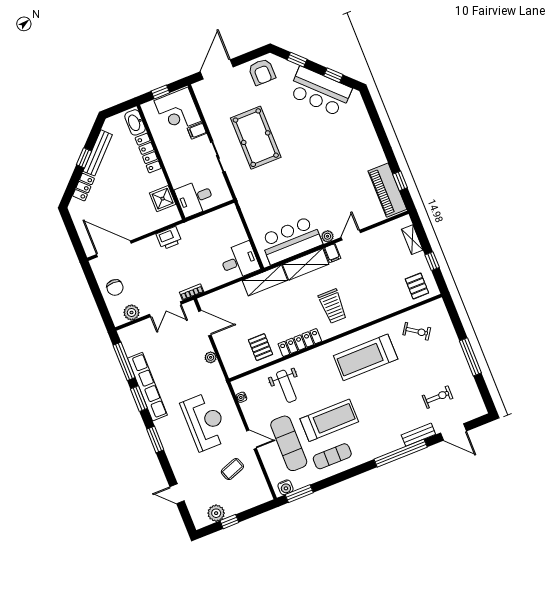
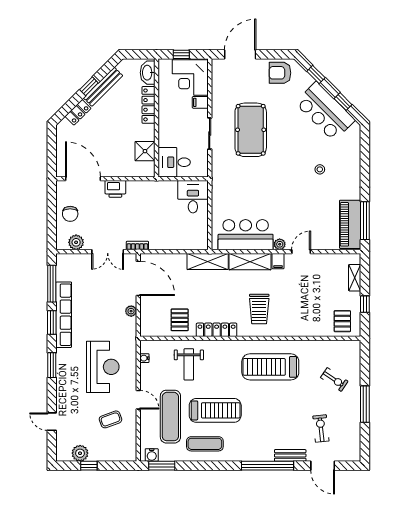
armchair: (262, 72) -> (280, 73), turned 90
stool: (337, 149) -> (320, 169), added
window: (400, 181) -> (365, 221), width x2.17
printer: (169, 238) -> (115, 189), moved
desk: (240, 261) -> (193, 197), moved, turned -90
door: (205, 323) -> (138, 278), width x1.36
exercise bike: (417, 331) -> (334, 379), moved
exercise bike: (438, 397) -> (321, 428), turned -96

